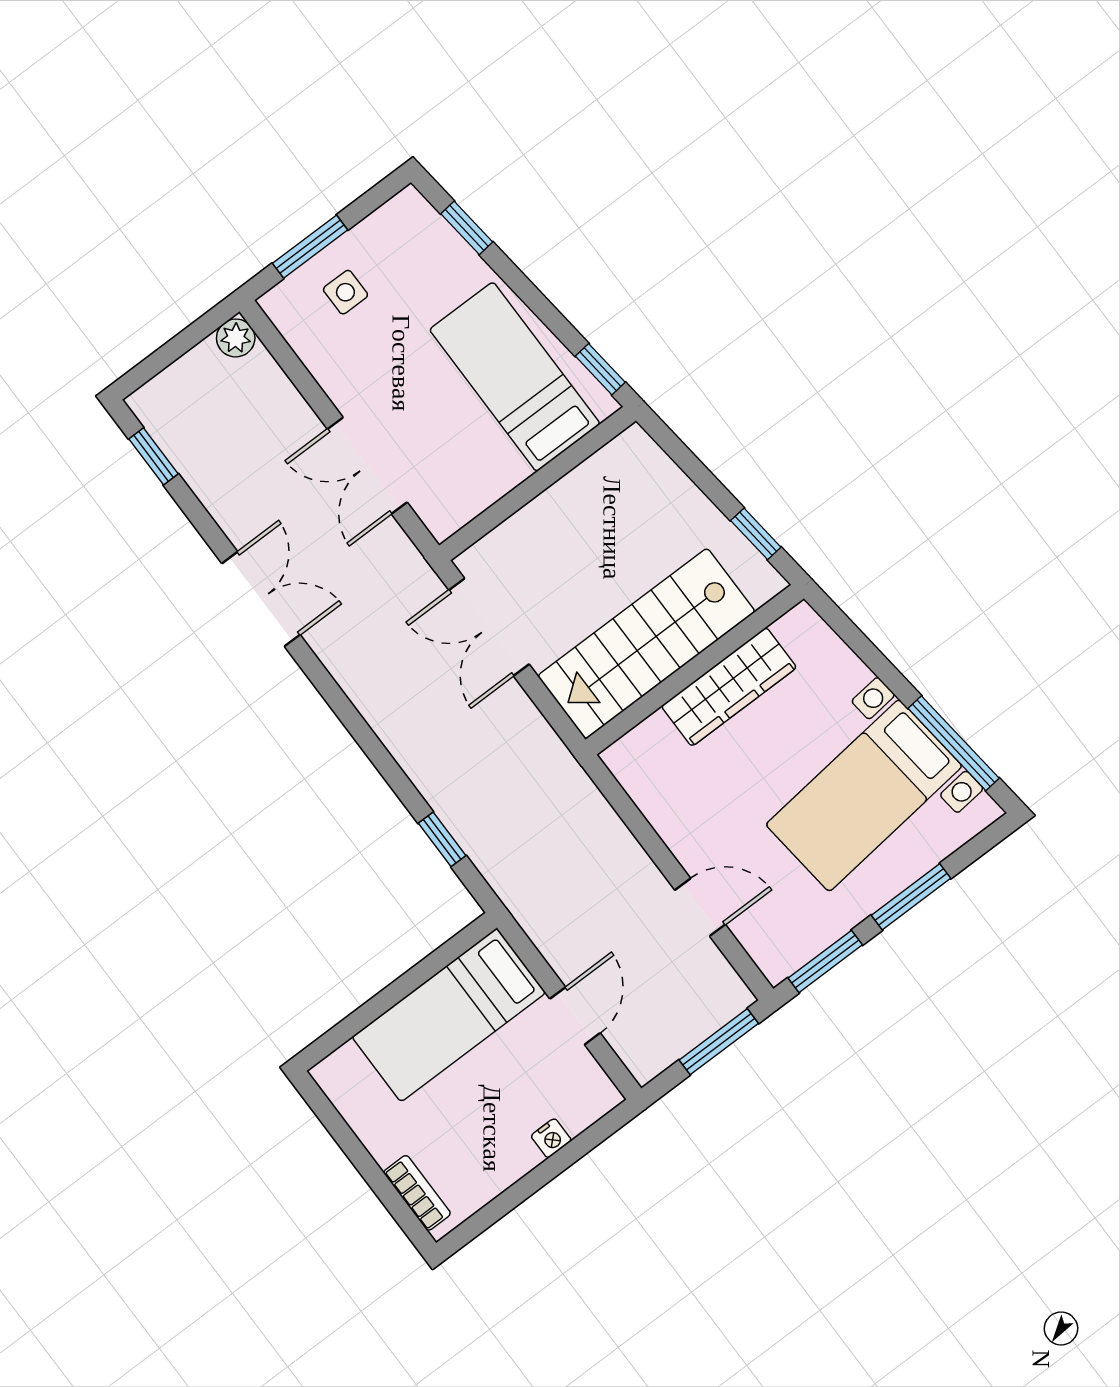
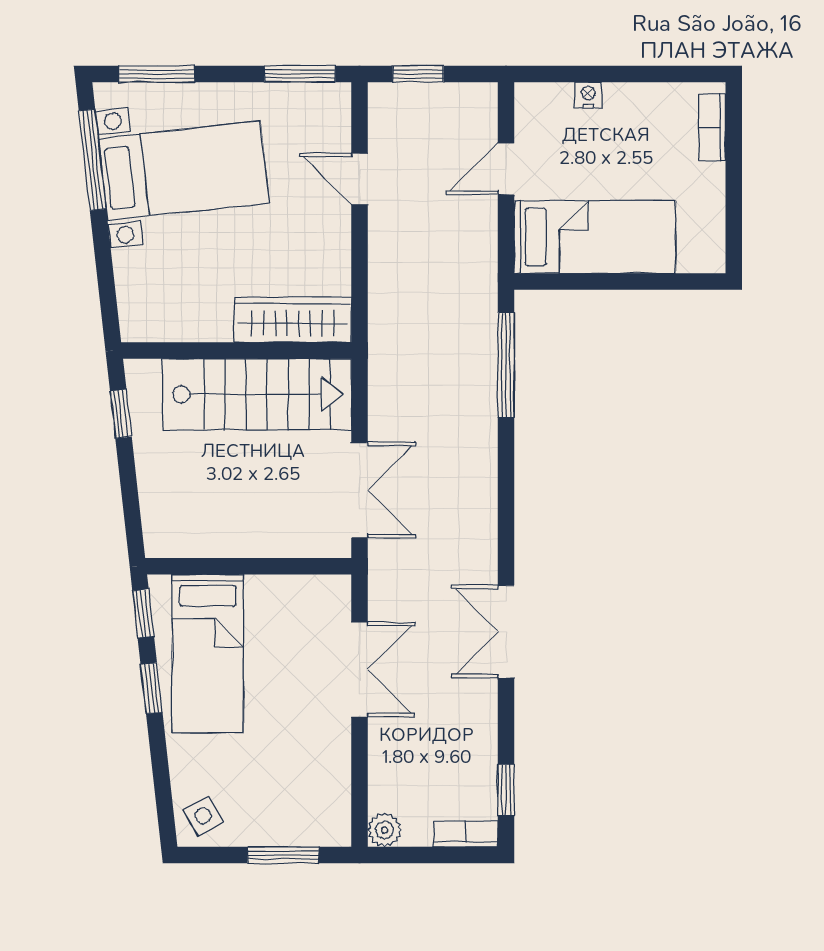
window: (467, 228) -> (151, 688), moved
side table: (345, 292) -> (203, 816), moved, turned -30
bookcase: (160, 389) -> (466, 834), added
wardrobe: (729, 687) -> (293, 320), moved
window: (442, 839) -> (506, 365), width x2.17
window: (911, 897) -> (157, 74), moved
window: (719, 1042) -> (418, 74), width x0.67

